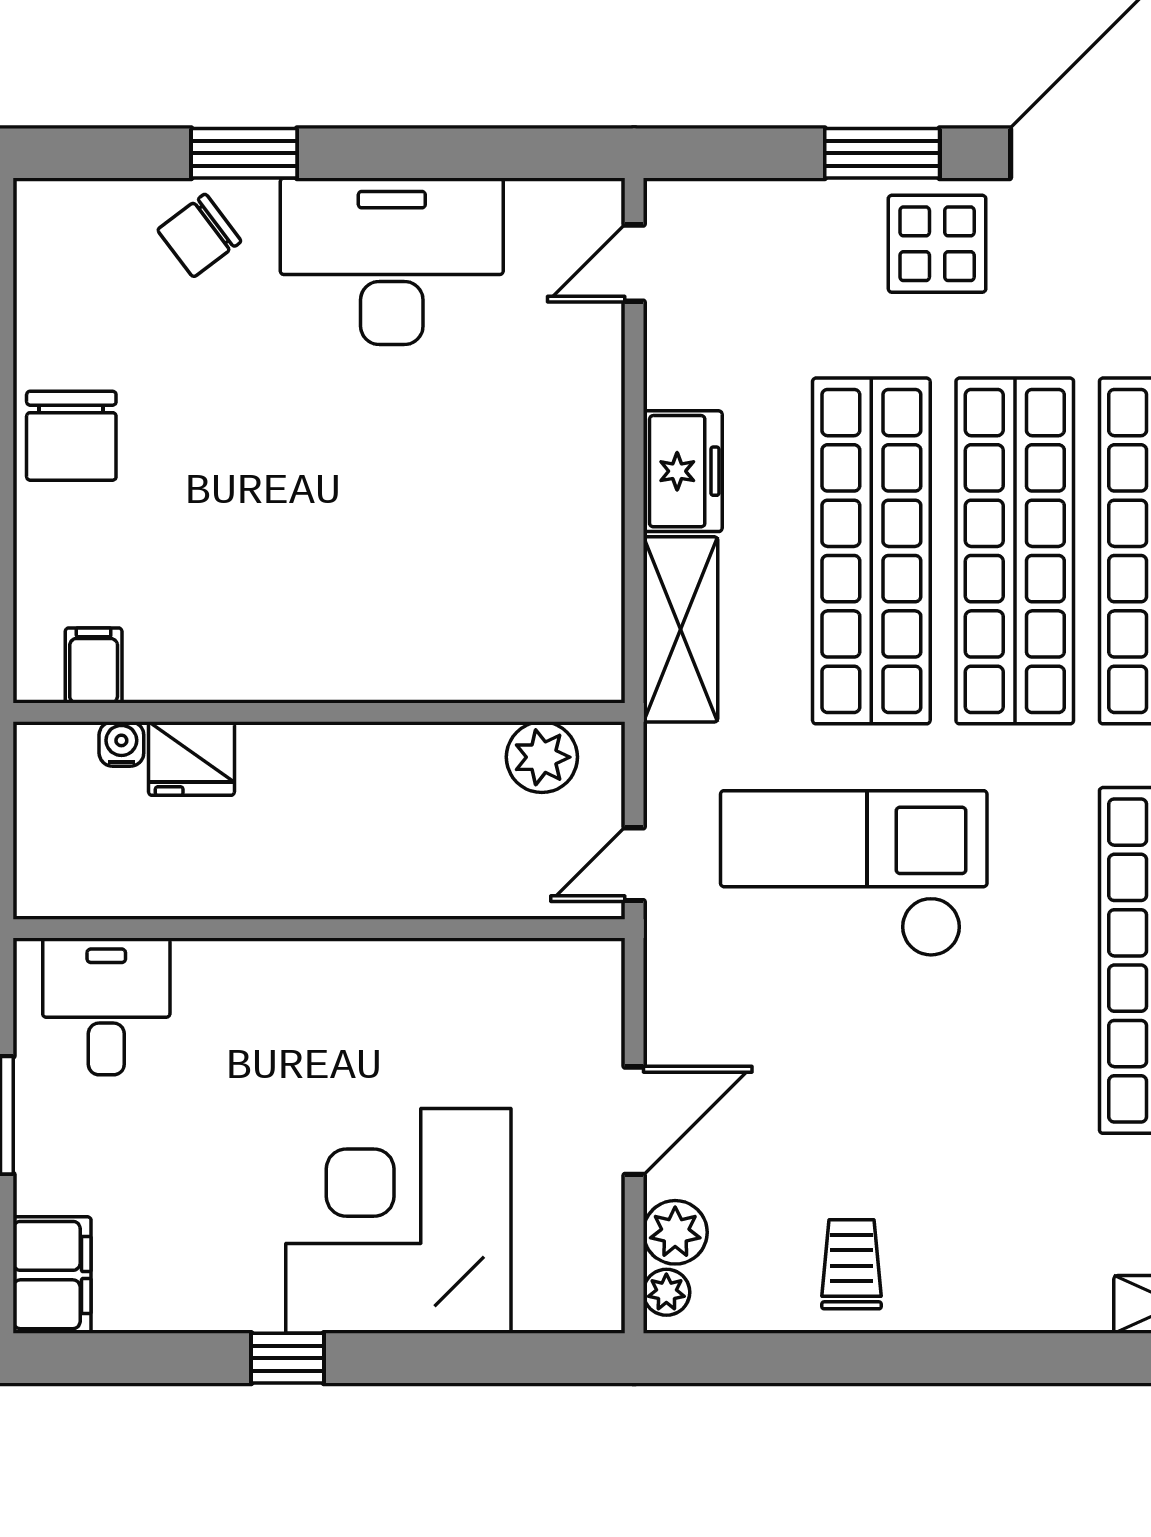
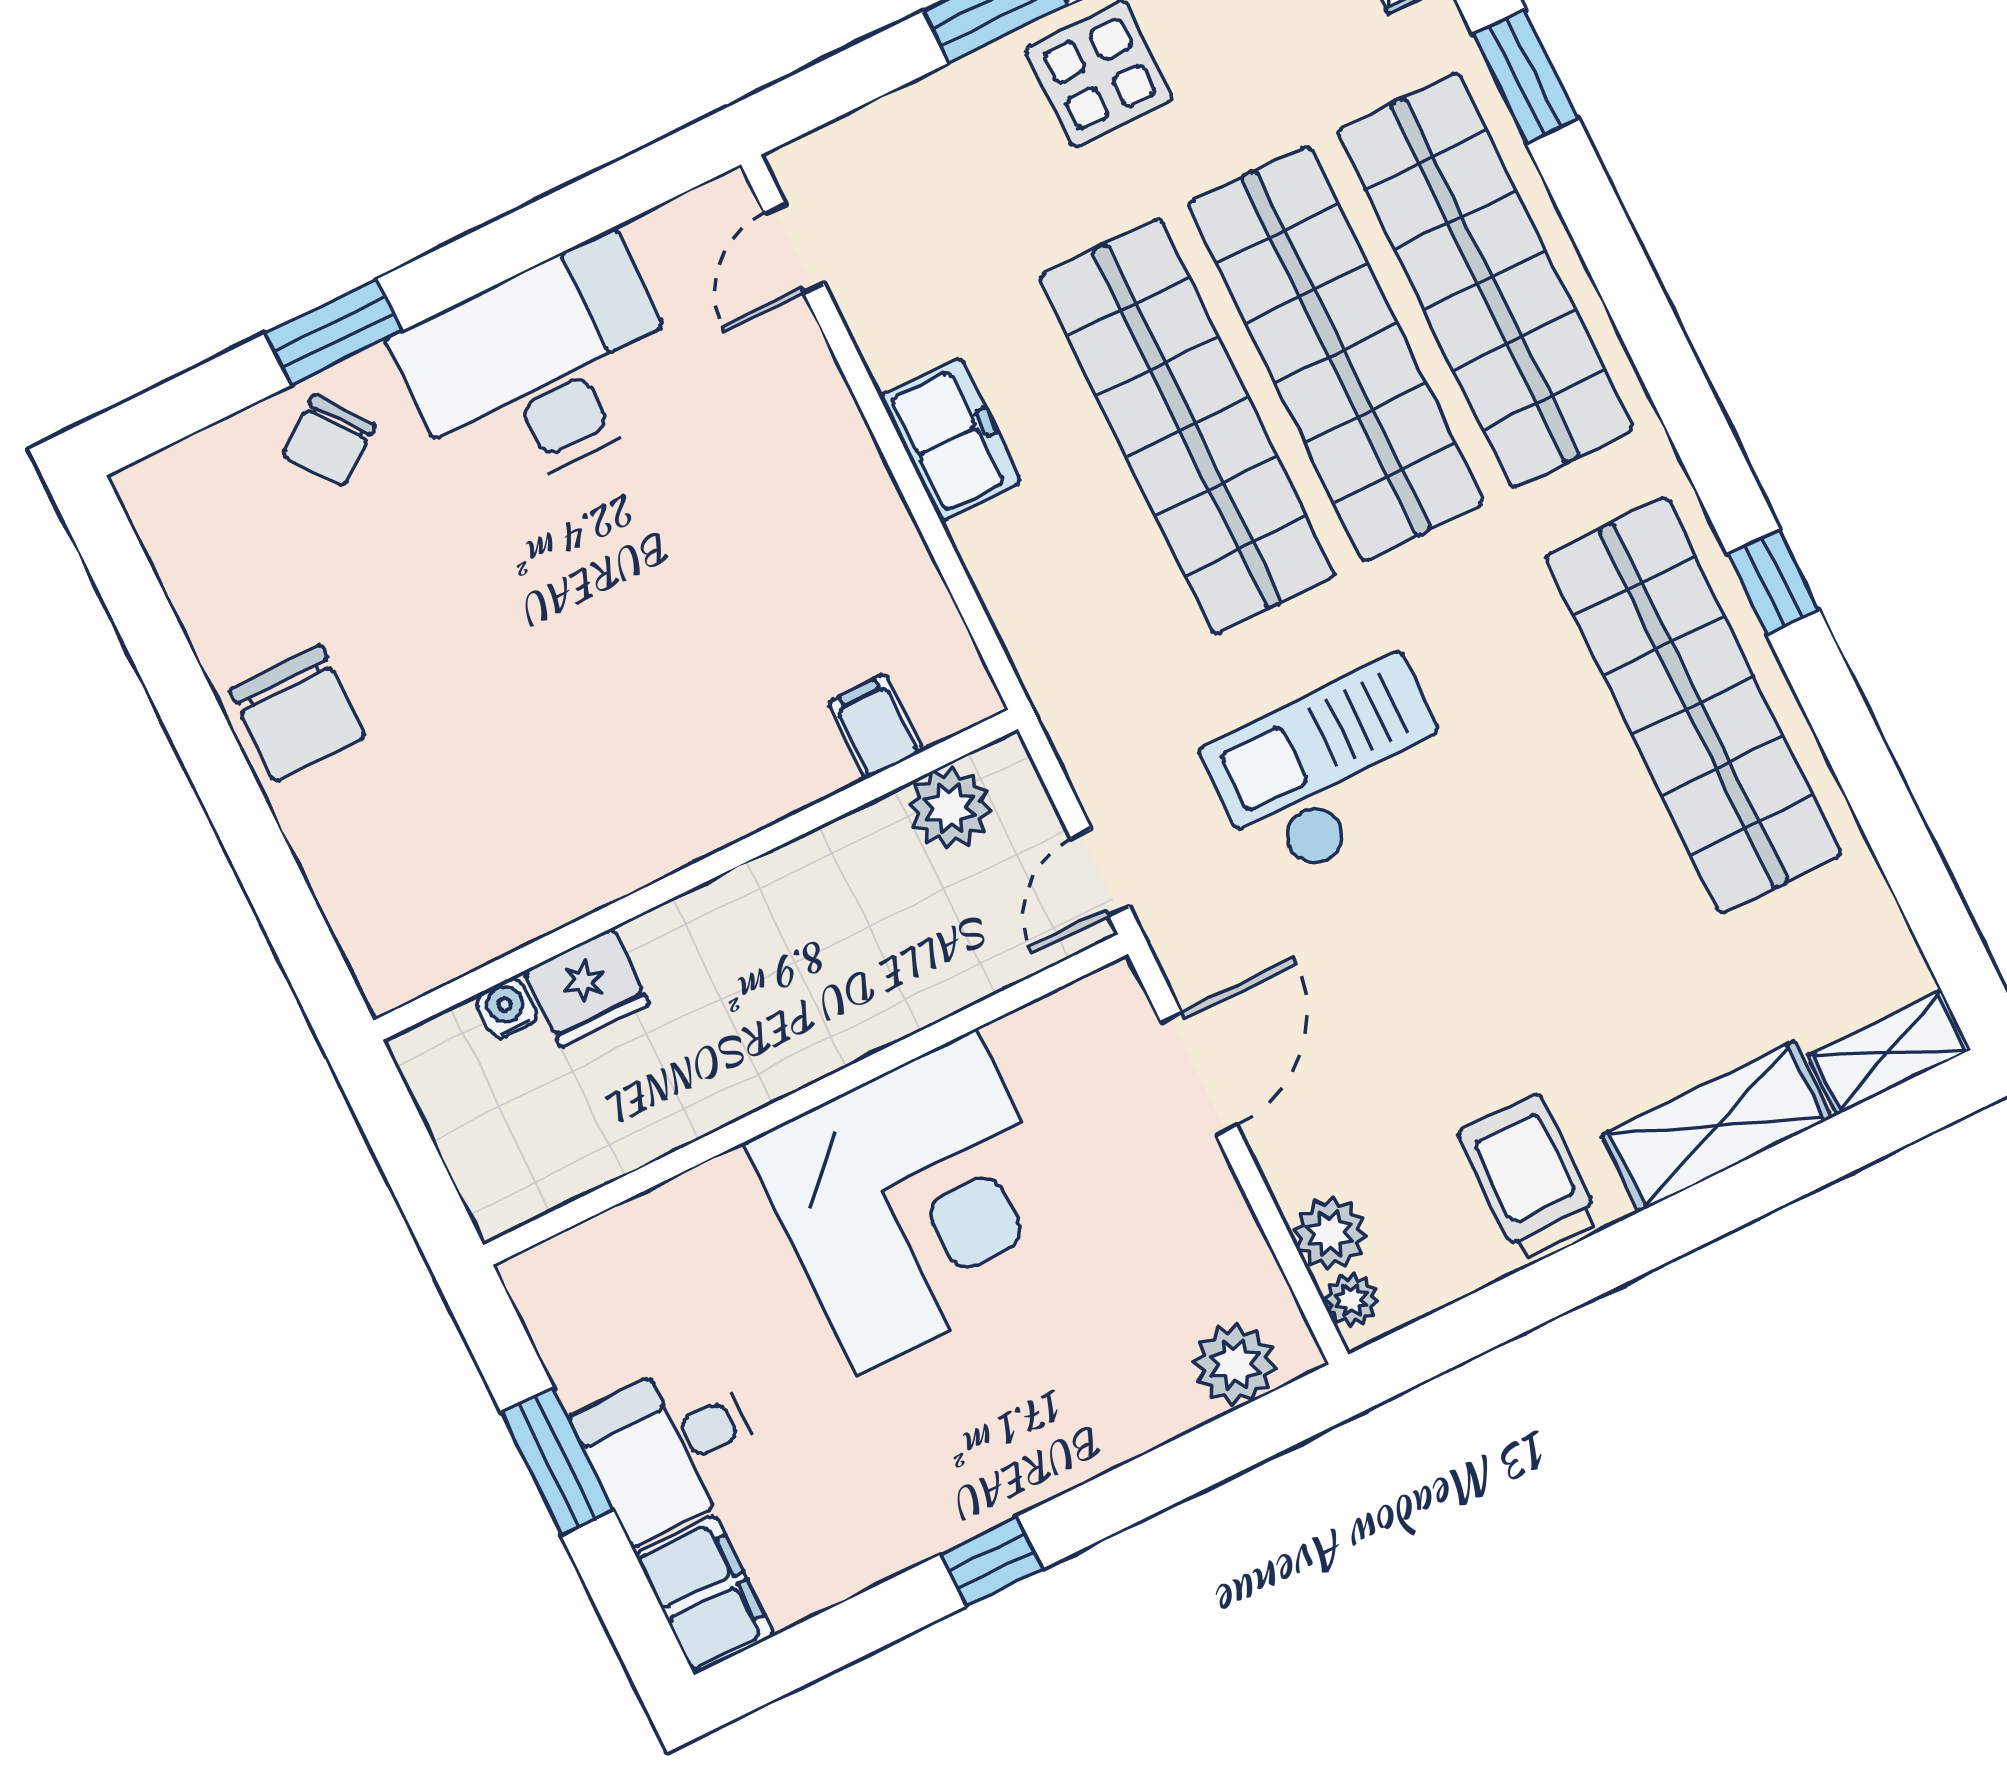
shelving: (680, 629) -> (1717, 1126), moved, turned 90
filing cabinet: (94, 665) -> (875, 726), moved
checkout: (854, 874) -> (1333, 770), width x0.73, depth x0.83
desk: (106, 1006) -> (671, 1448), moved, turned -90
door: (634, 1121) -> (1199, 1074), moved
corner desk: (398, 1221) -> (916, 1202), moved, turned 180
trolley: (852, 1264) -> (1529, 1177), width x1.36, depth x1.39
plant: (552, 1298) -> (1235, 1364), added

